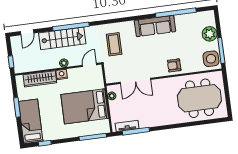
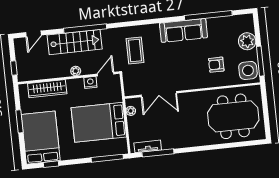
armchair: (174, 65) -> (216, 65), moved
nightstand: (62, 74) -> (90, 82), moved
bed: (31, 121) -> (41, 138), width x1.50

